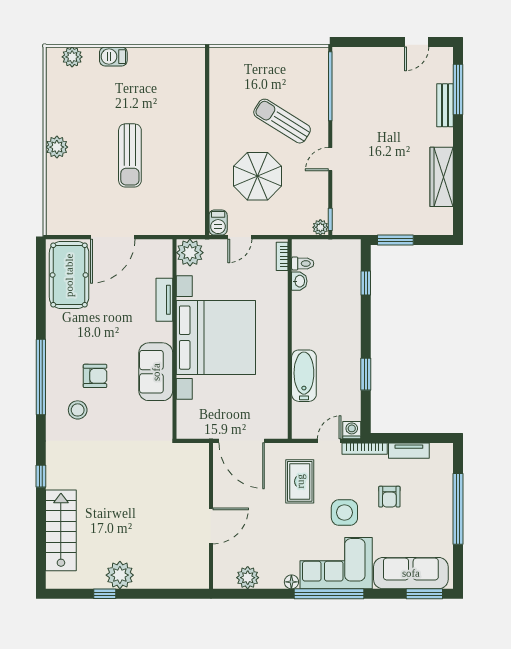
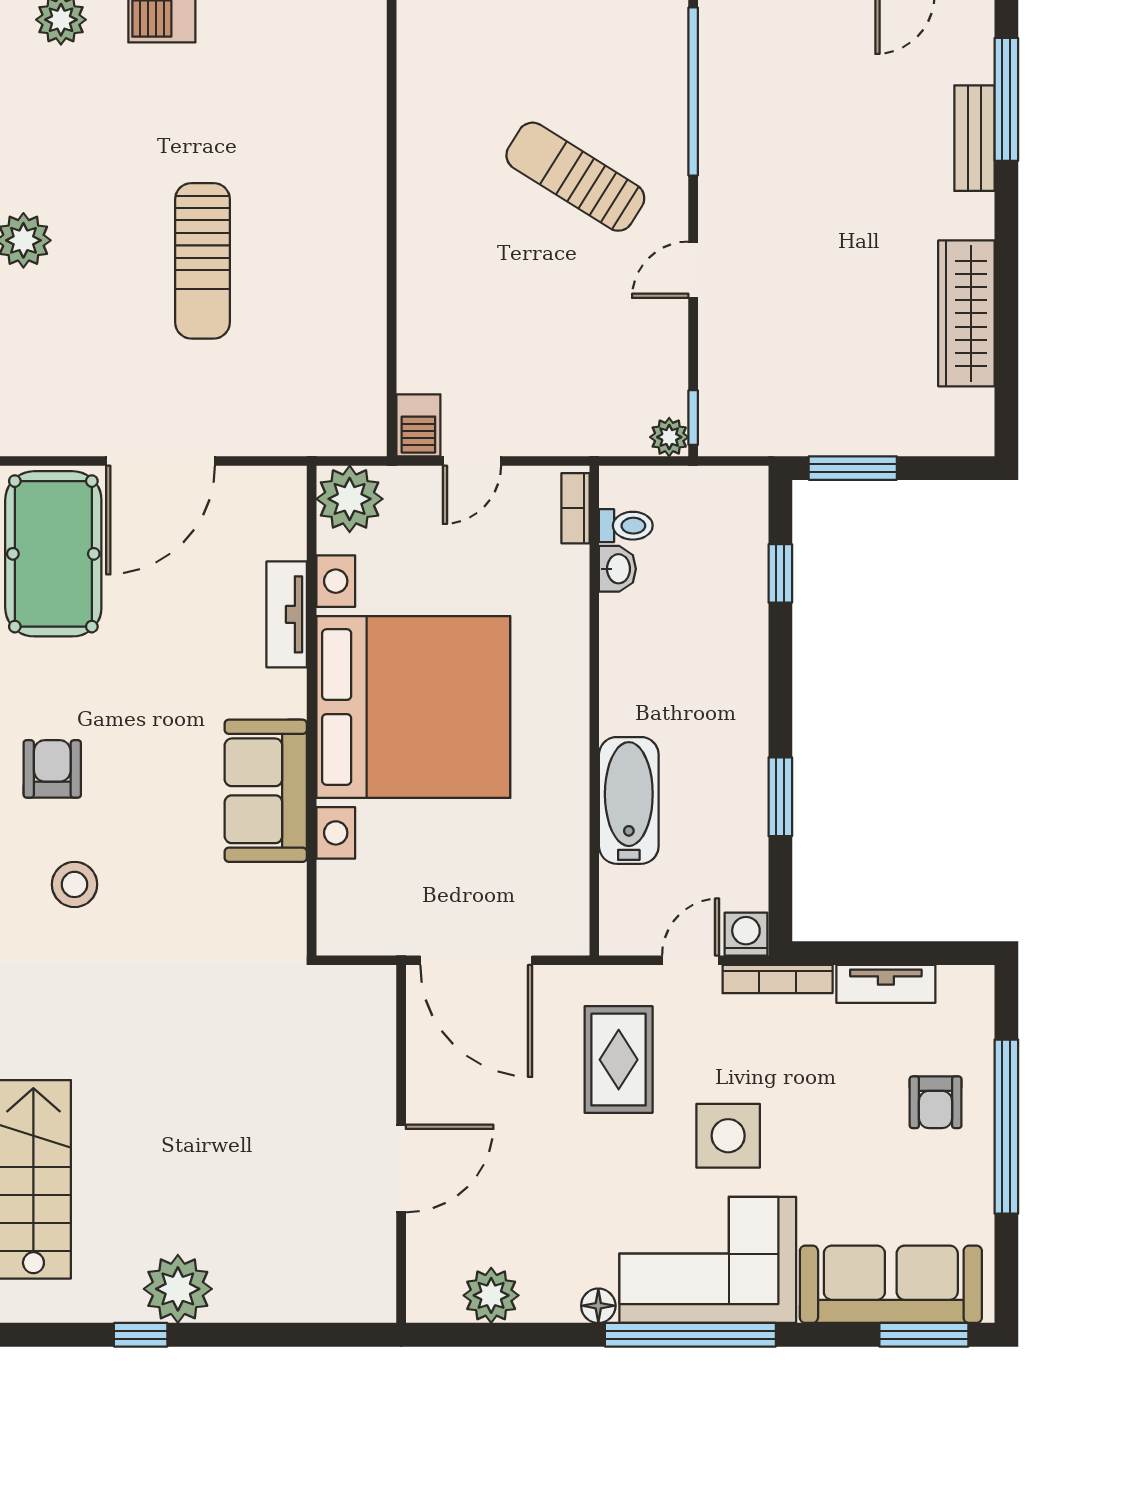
parasol: (257, 176) -> (515, 312), removed
armchair: (95, 376) -> (52, 769), moved, turned -90
armchair: (389, 497) -> (936, 1102), moved

